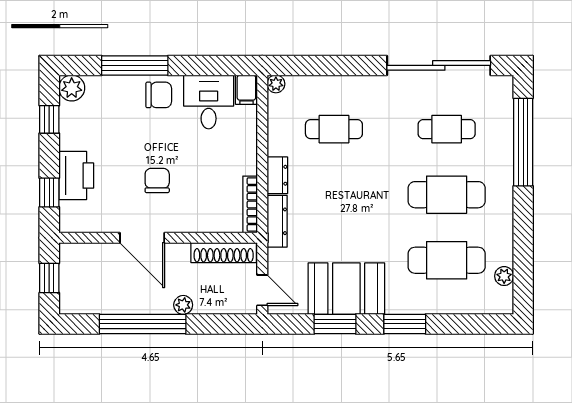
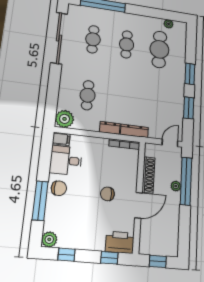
plant: (276, 84) -> (65, 119), width x1.88, depth x1.88
chair: (159, 95) -> (59, 188), turned 90
printer: (76, 176) -> (120, 242), moved
cafe table: (447, 195) -> (127, 44), width x0.73, depth x0.74
shoe rack: (224, 253) -> (148, 175), moved
booth: (346, 289) -> (171, 100), removed
window: (143, 324) -> (186, 181), moved

